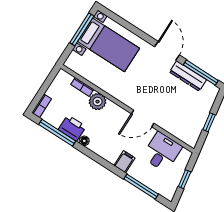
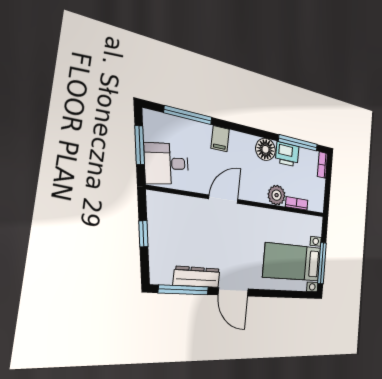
floor lamp: (84, 141) -> (266, 149), width x1.89, depth x1.89
desk: (162, 152) -> (167, 164), moved, turned 81
window: (185, 179) -> (140, 145), width x1.50

